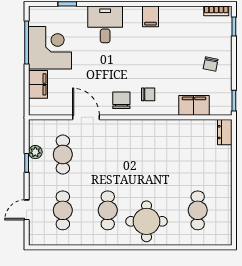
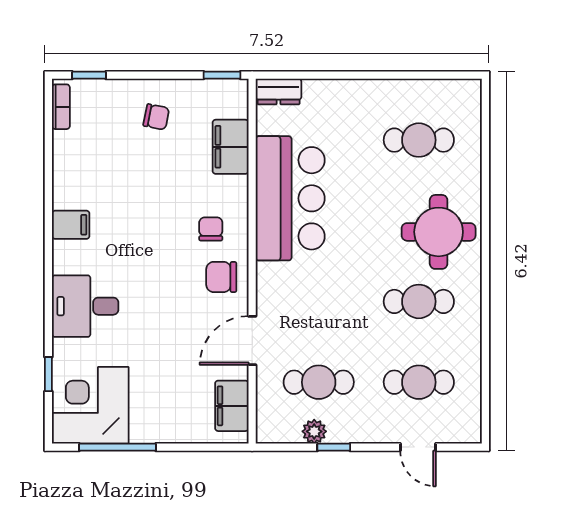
corner desk: (50, 48) -> (90, 405), moved
filing cabinet: (38, 84) -> (232, 406), moved, turned -90
bar counter: (165, 139) -> (290, 198), added

